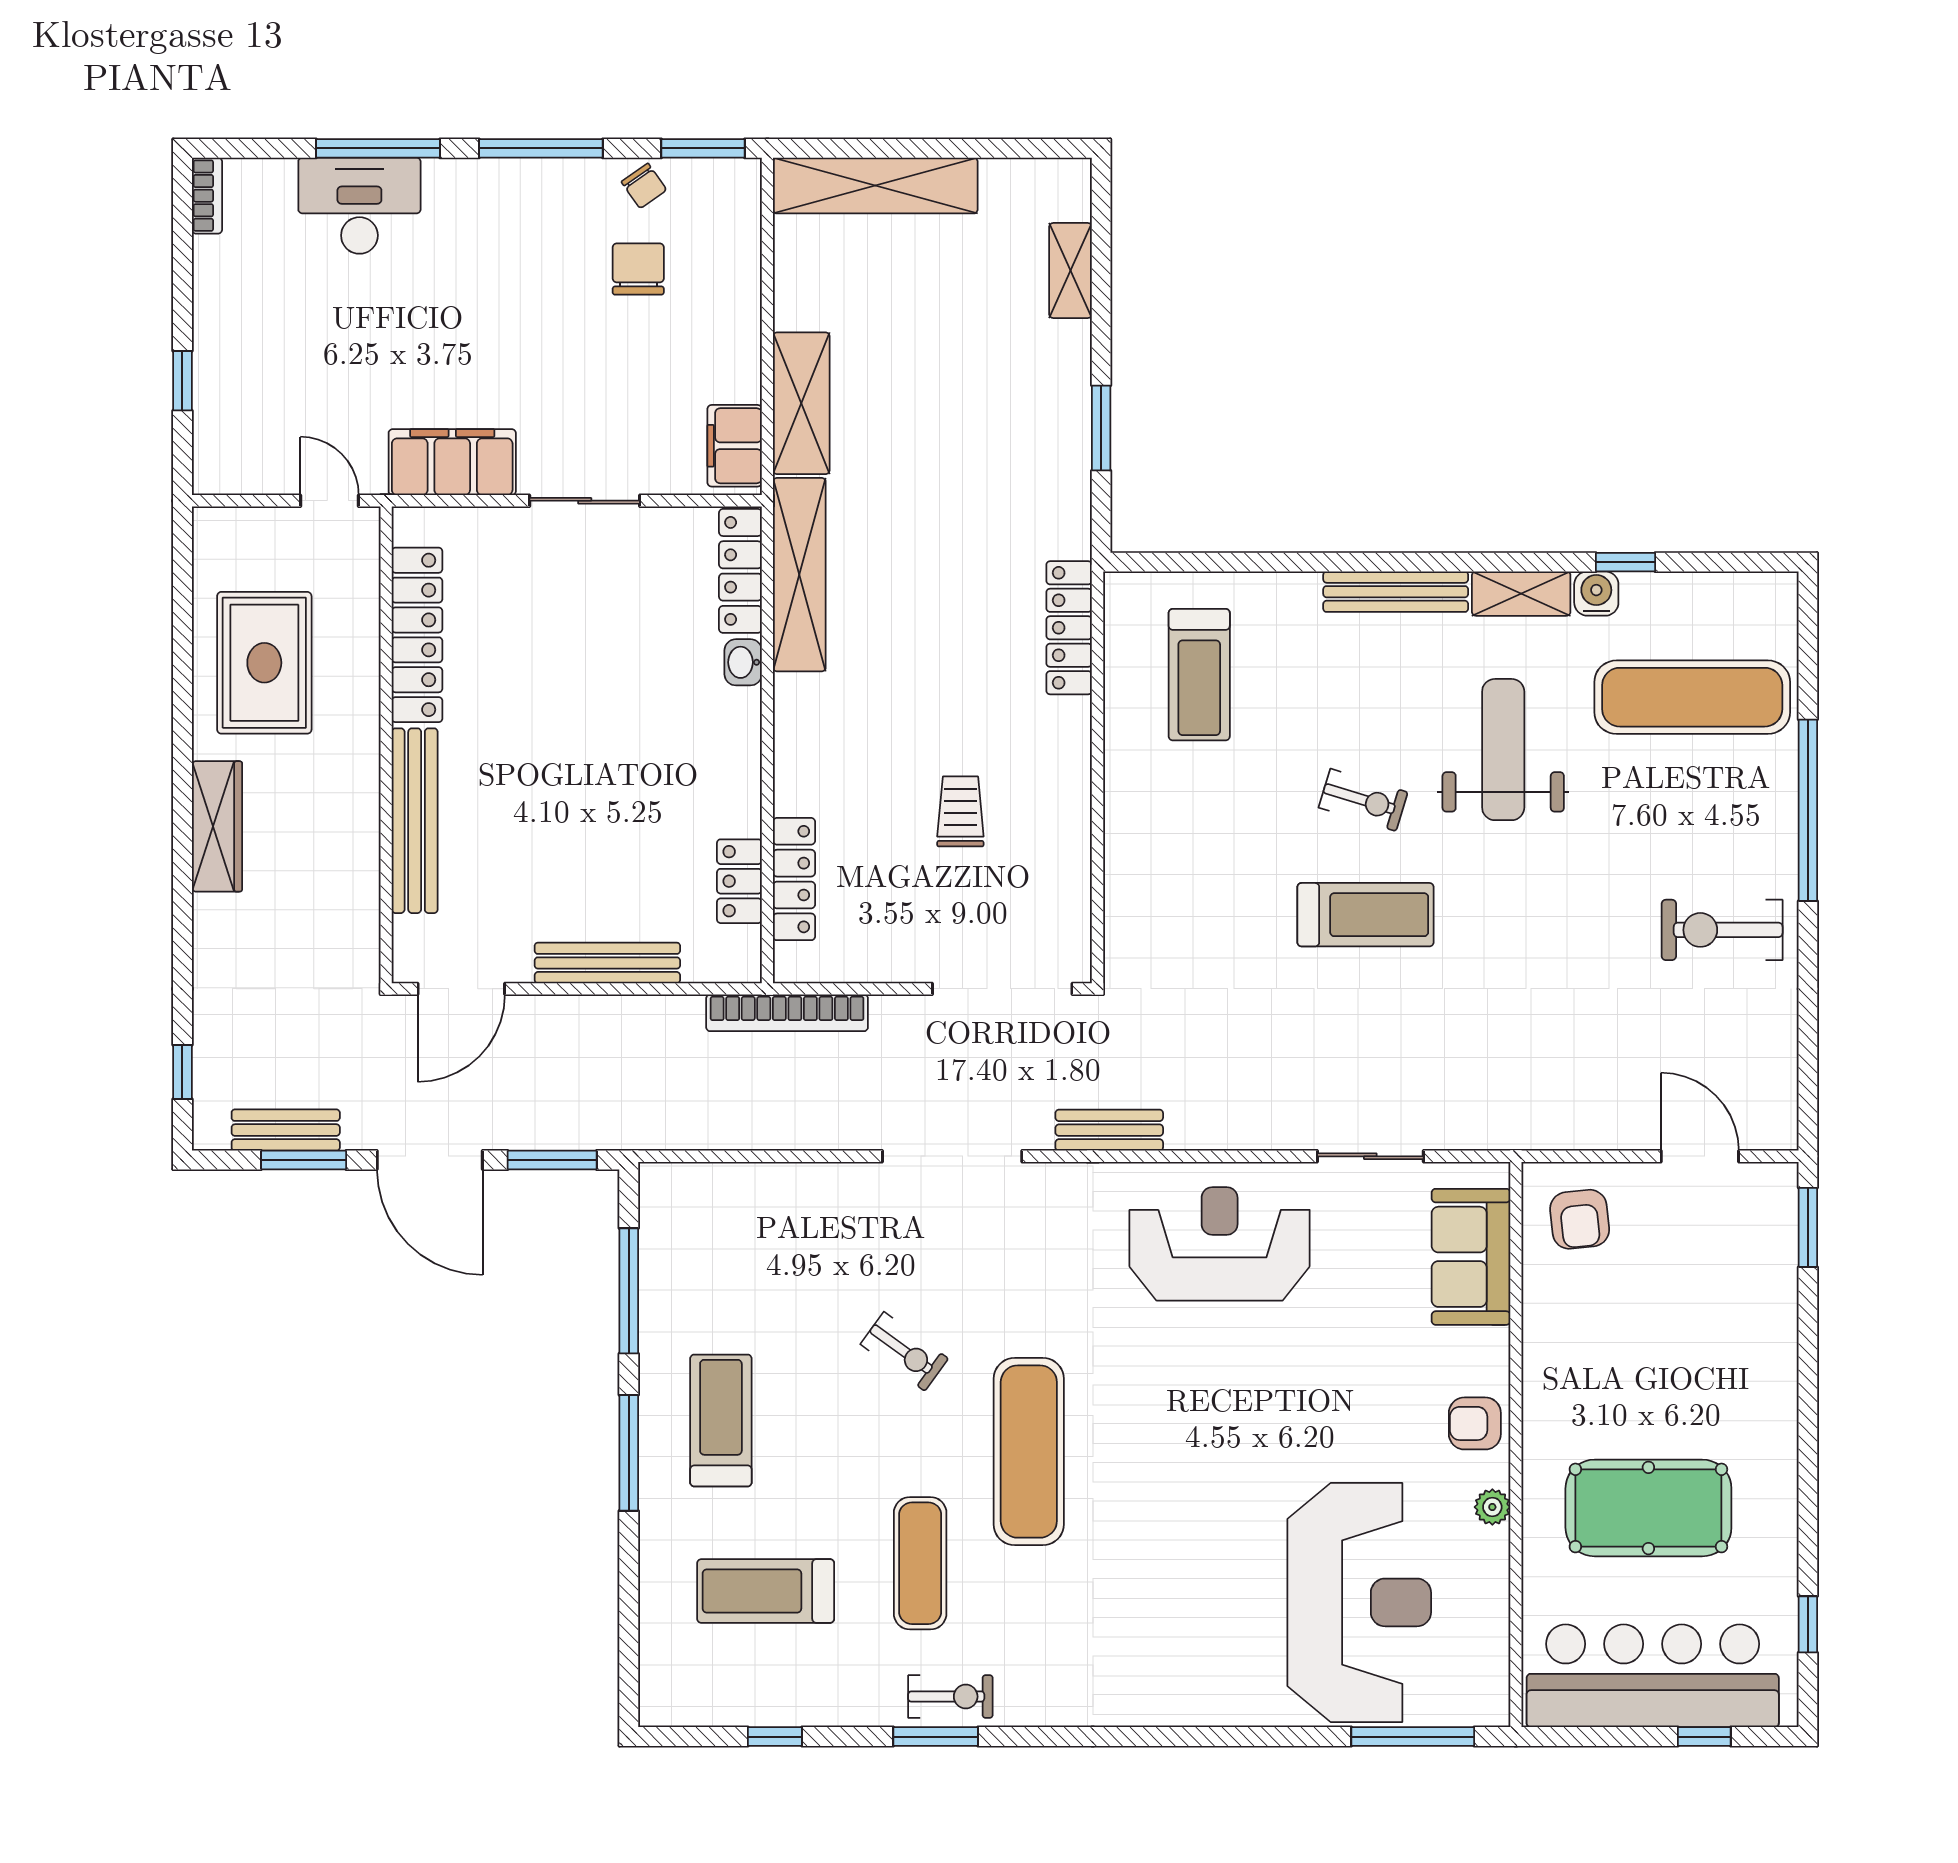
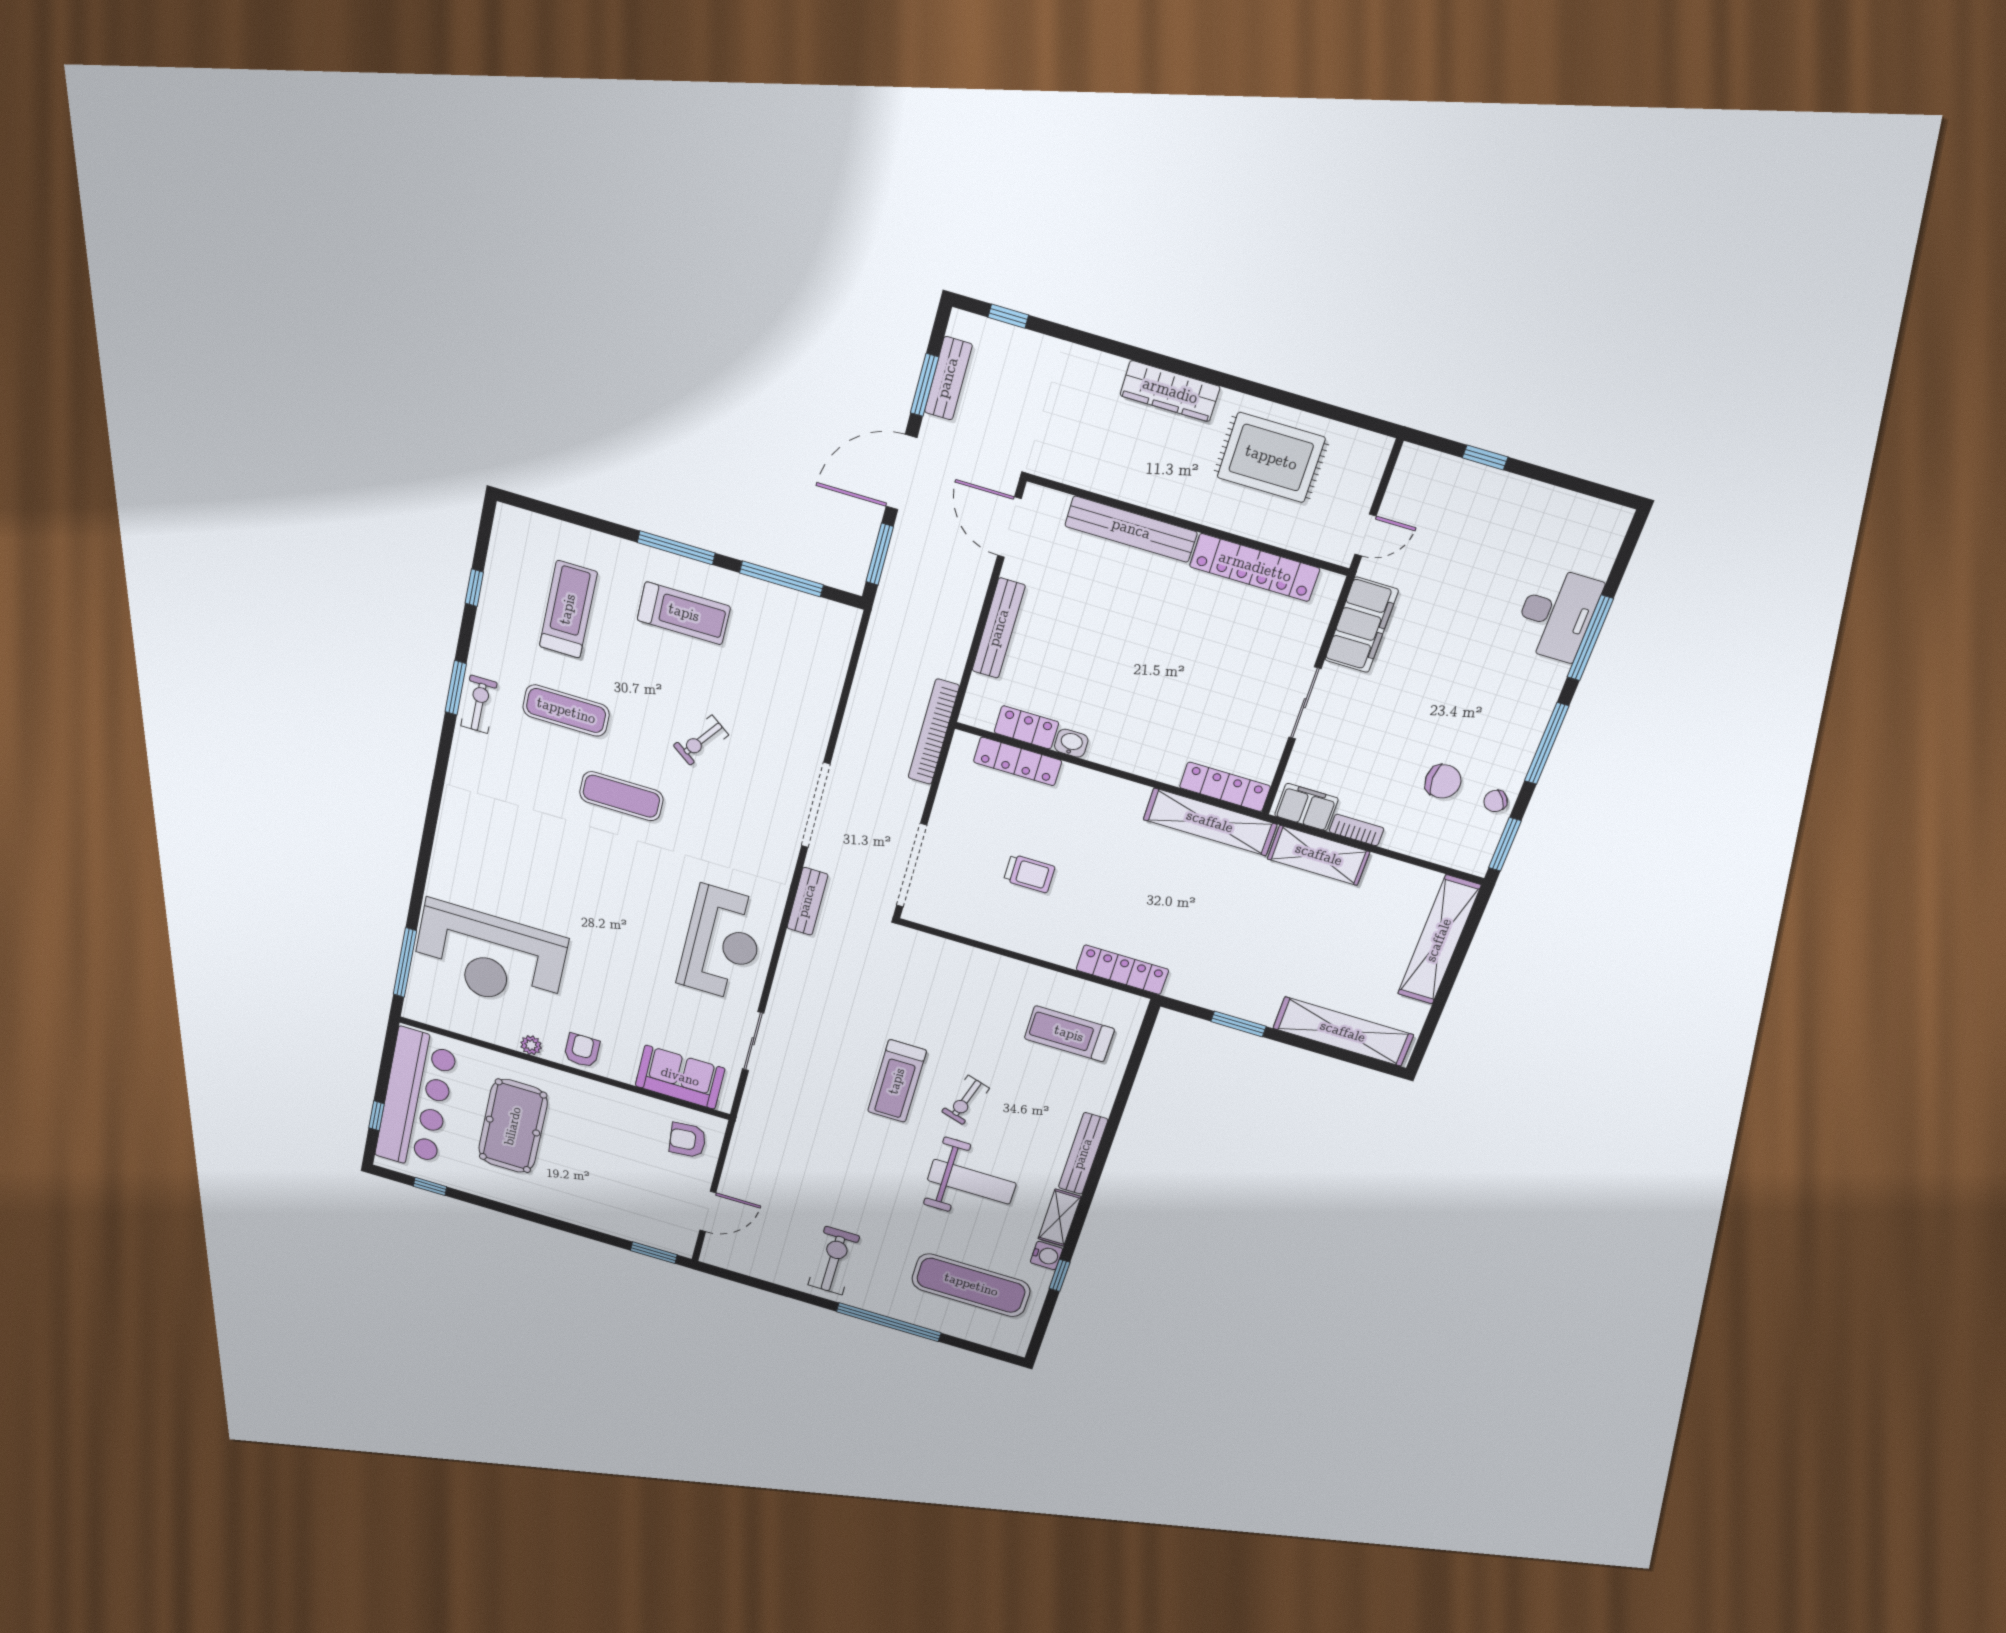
bookcase: (207, 196) -> (1357, 830), moved, turned 180
shelving: (1070, 271) -> (1343, 1032), width x2.20, depth x1.33
washbasin: (743, 662) -> (1071, 743), moved
exercise mat: (1692, 697) -> (971, 1285), turned 90
exercise mat: (1029, 1452) -> (621, 796), width x0.73, depth x0.69
exercise bike: (950, 1697) -> (479, 704), turned 180

